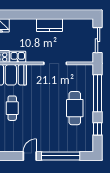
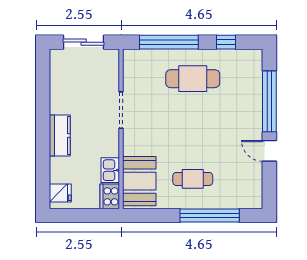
kitchen counter: (49, 25) -> (60, 136), moved

